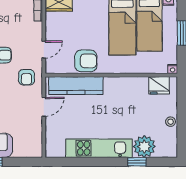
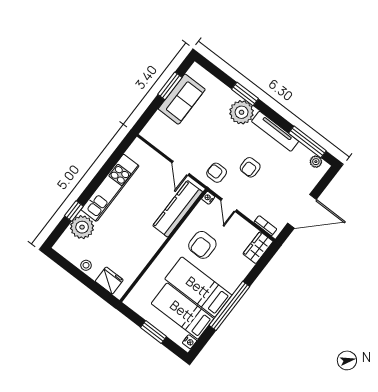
armchair: (86, 61) -> (202, 245), moved
nightstand: (173, 69) -> (208, 198), moved
fridge: (159, 85) -> (109, 281), moved, turned 90

